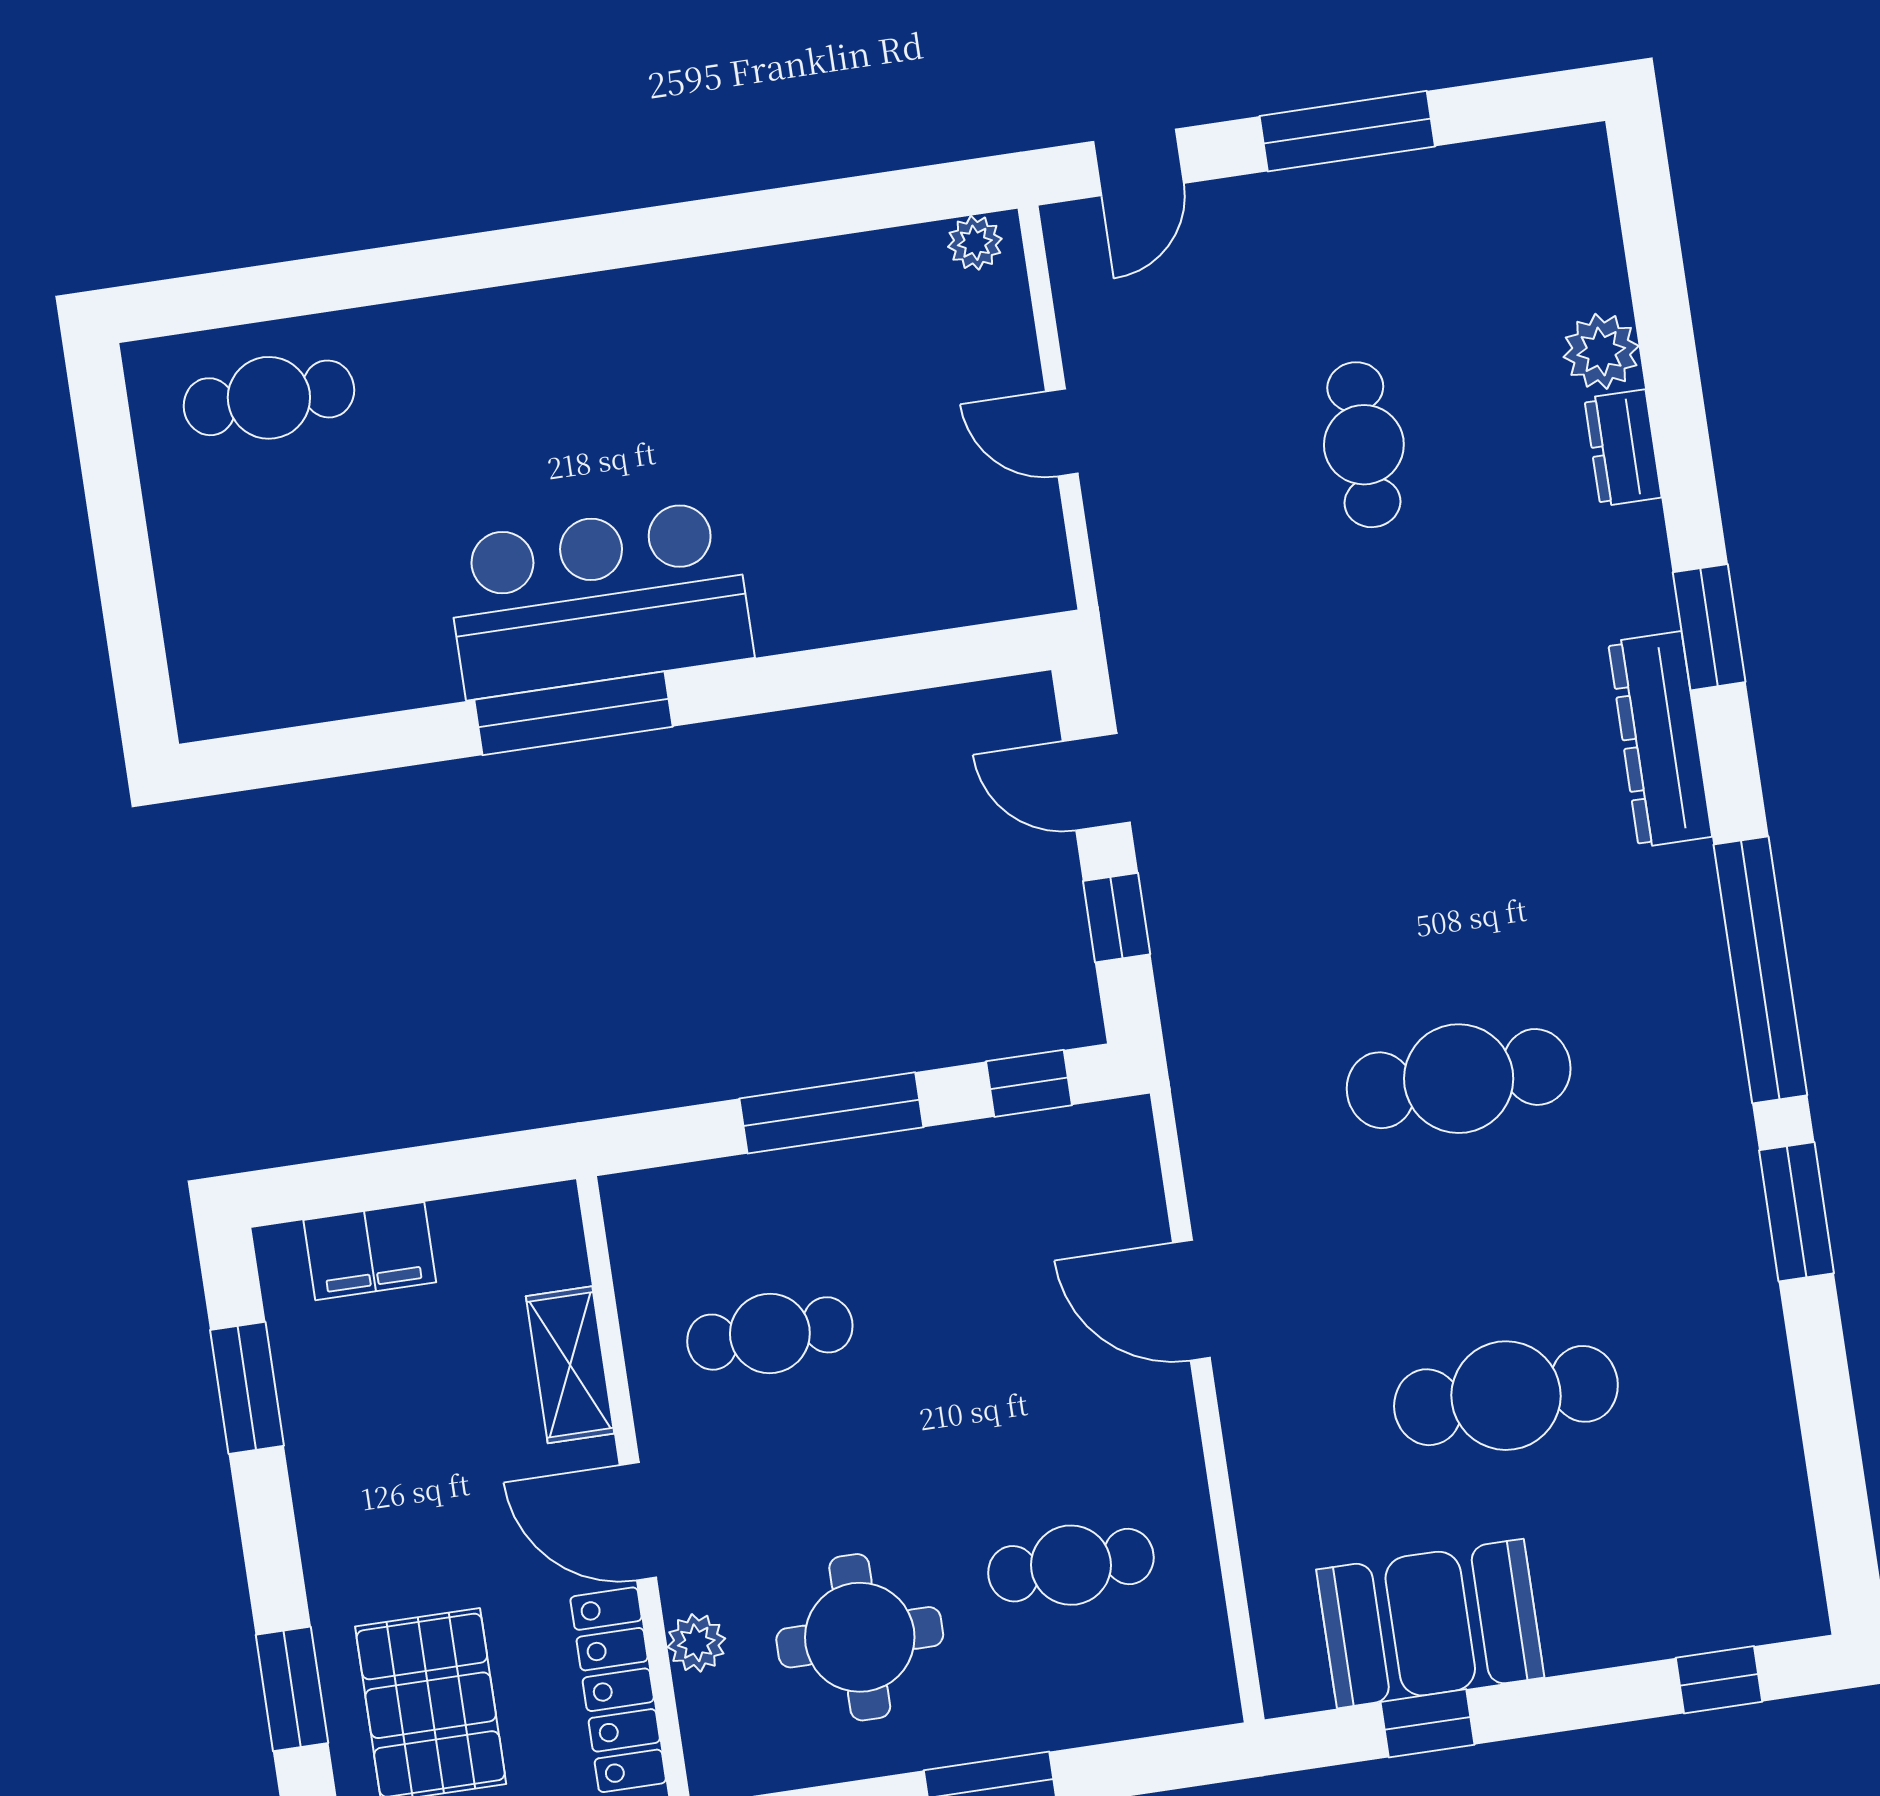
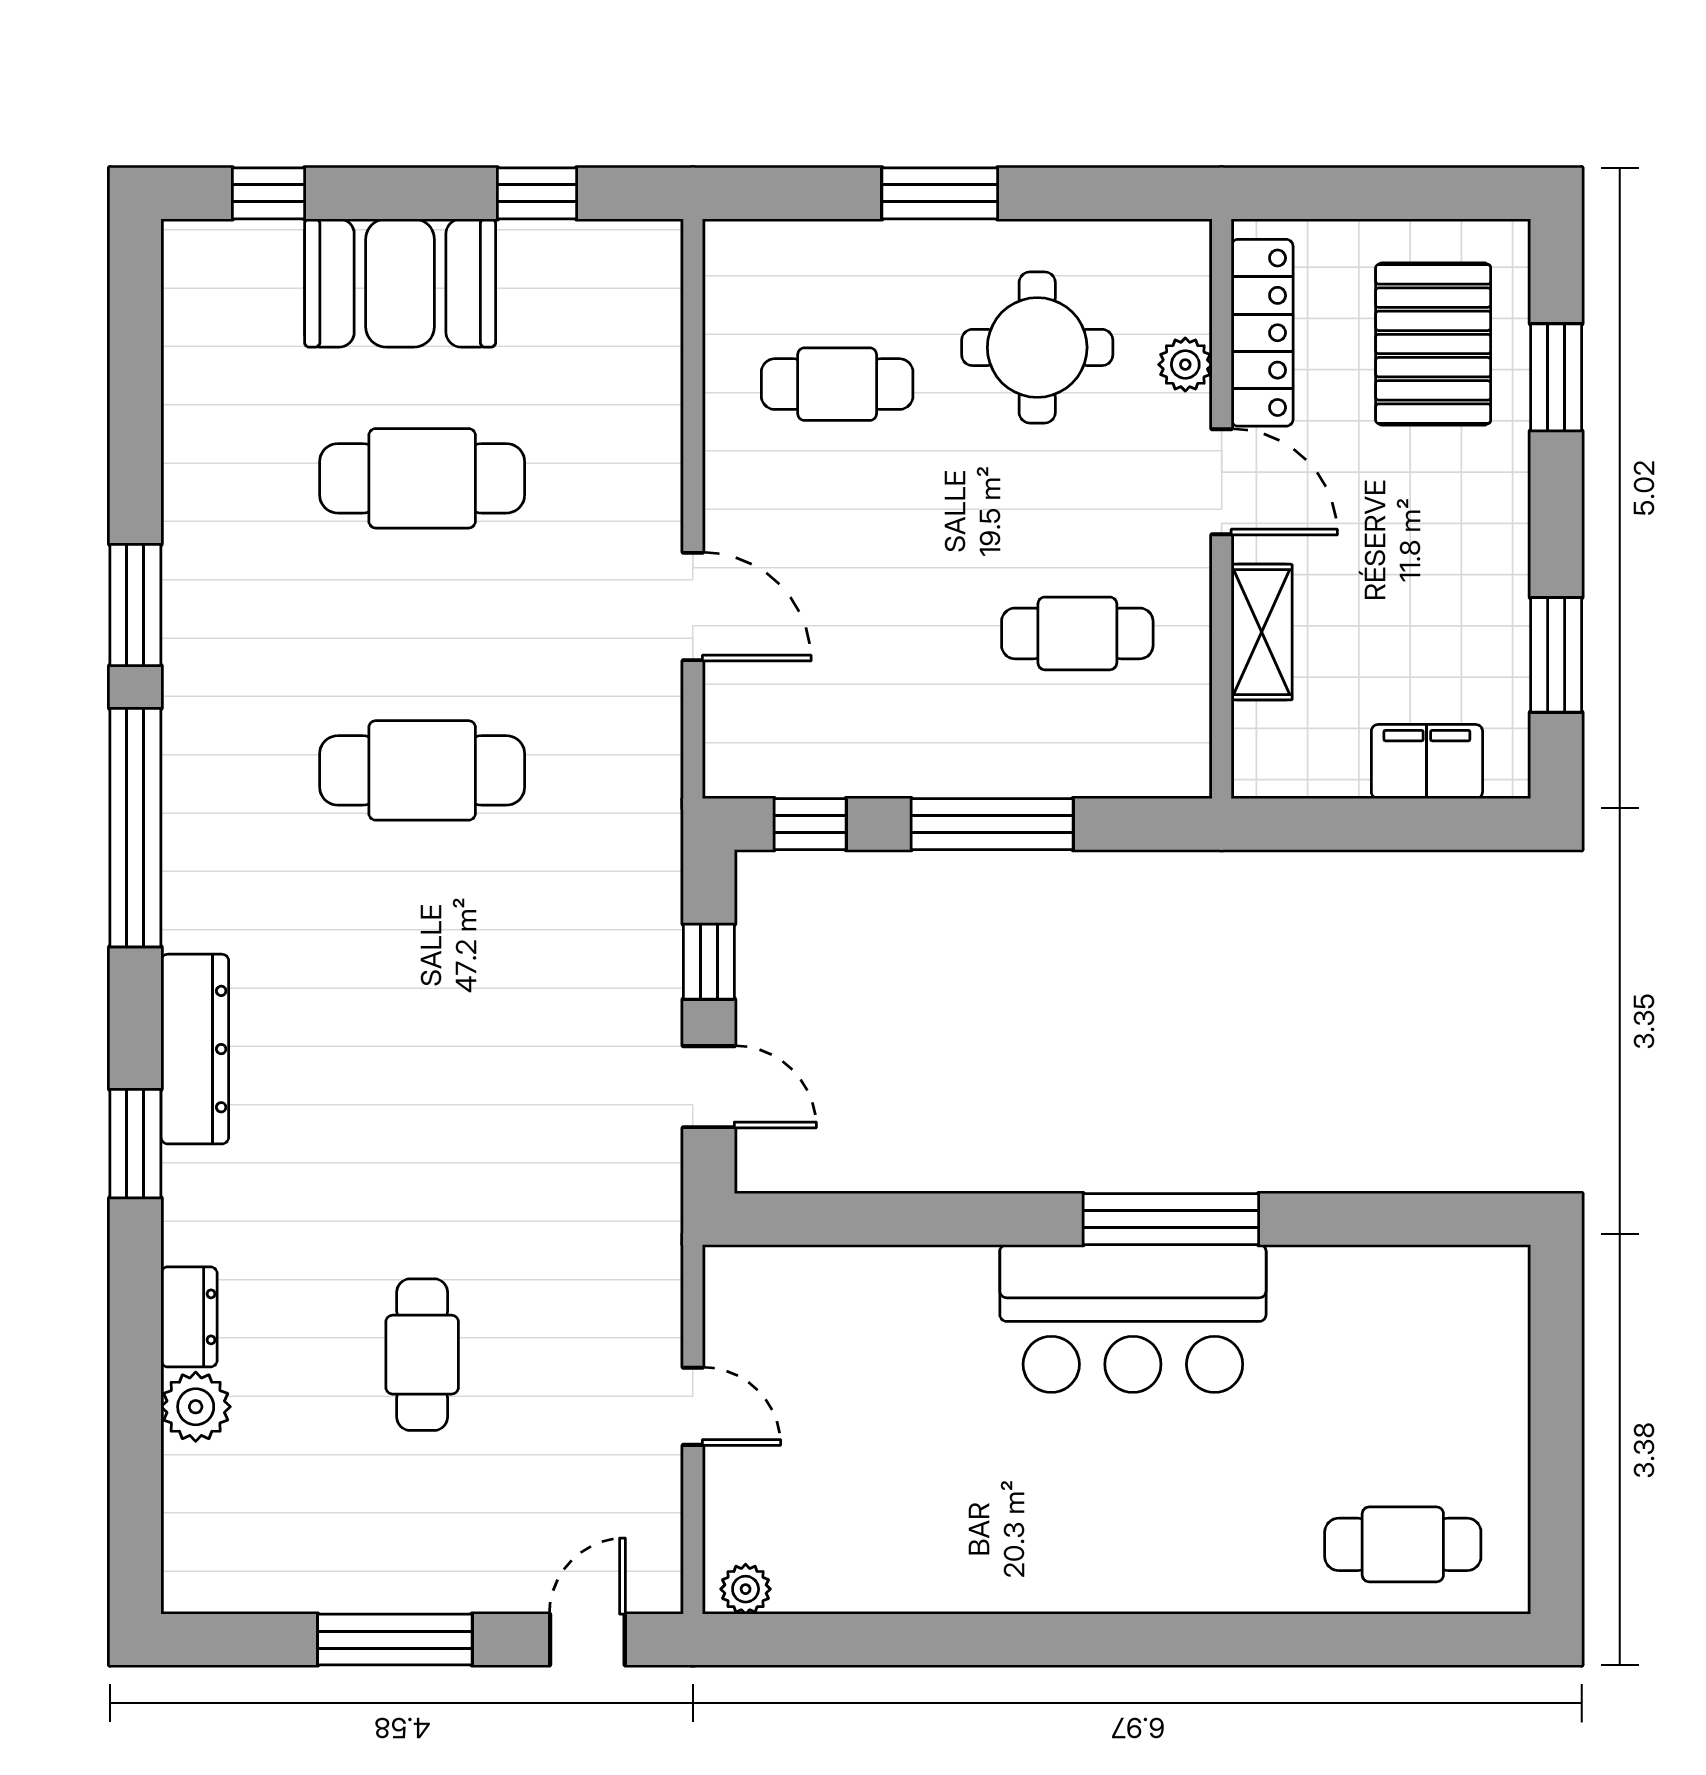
booth: (1430, 1624) -> (400, 283), moved

